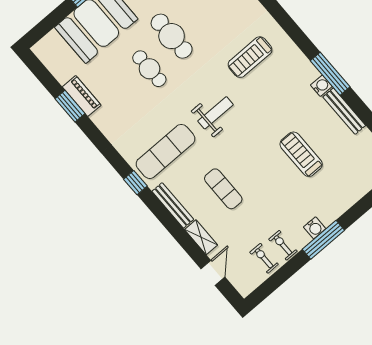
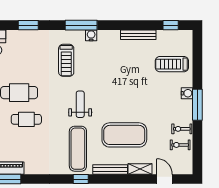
window: (330, 74) -> (81, 25), moved
water cooler: (321, 86) -> (91, 35), moved
treadmill: (301, 154) -> (172, 64), moved
exercise mat: (223, 189) -> (124, 135), width x2.00, depth x1.45
water cooler: (315, 228) -> (187, 93), moved

